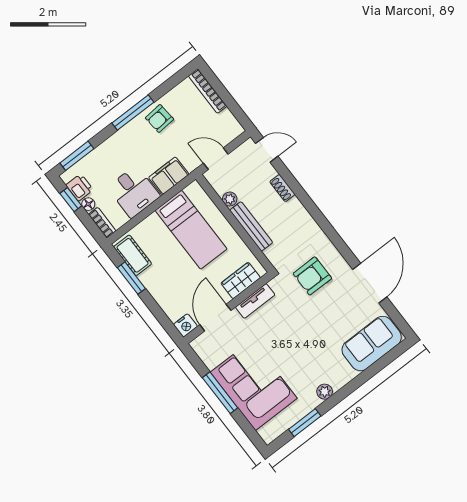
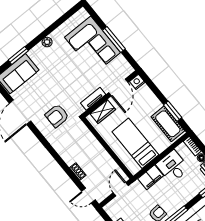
door: (216, 159) -> (121, 189), swing flipped
plant: (230, 199) -> (111, 164), removed
bench: (251, 226) -> (97, 146), removed
cot: (133, 255) -> (168, 124), width x1.37, depth x1.34
armchair: (312, 276) -> (57, 116), turned 180
window: (305, 423) -> (18, 55), moved

